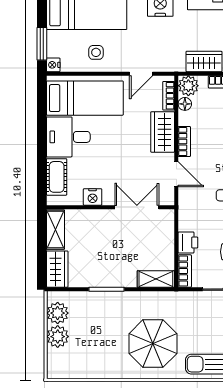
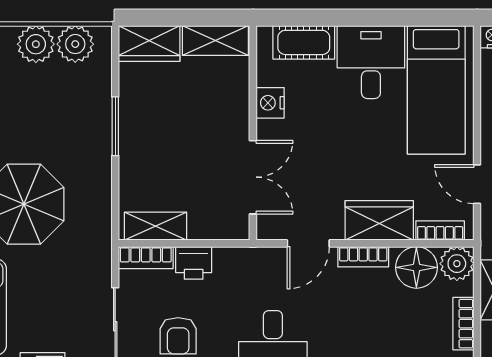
floor lamp: (185, 104) -> (416, 267), width x1.89, depth x1.89
shelving: (156, 279) -> (156, 226), moved, turned 90

